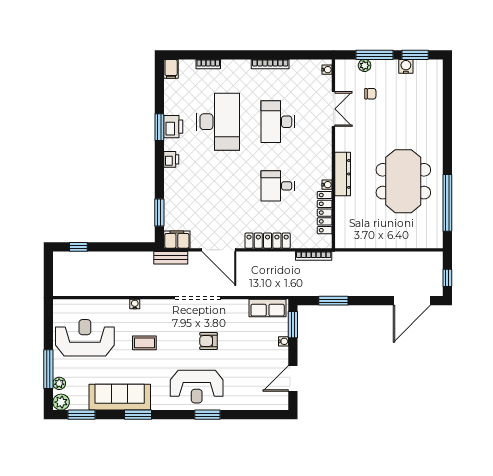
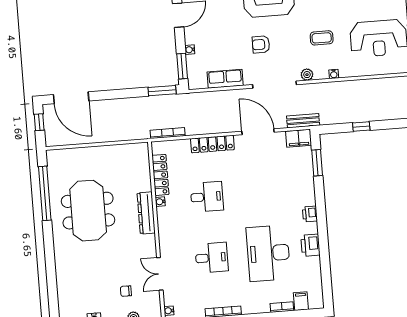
filing cabinet: (171, 69) -> (301, 301), moved
desk: (278, 122) -> (212, 258), width x0.73
window: (159, 127) -> (324, 244), removed
window: (78, 247) -> (361, 126), moved
window: (333, 301) -> (162, 91), moved
door: (412, 301) -> (71, 98), swing flipped
plant: (163, 306) -> (307, 75), added
row of seats: (268, 308) -> (225, 79), moved
armchair: (209, 341) -> (261, 44), turned 180

